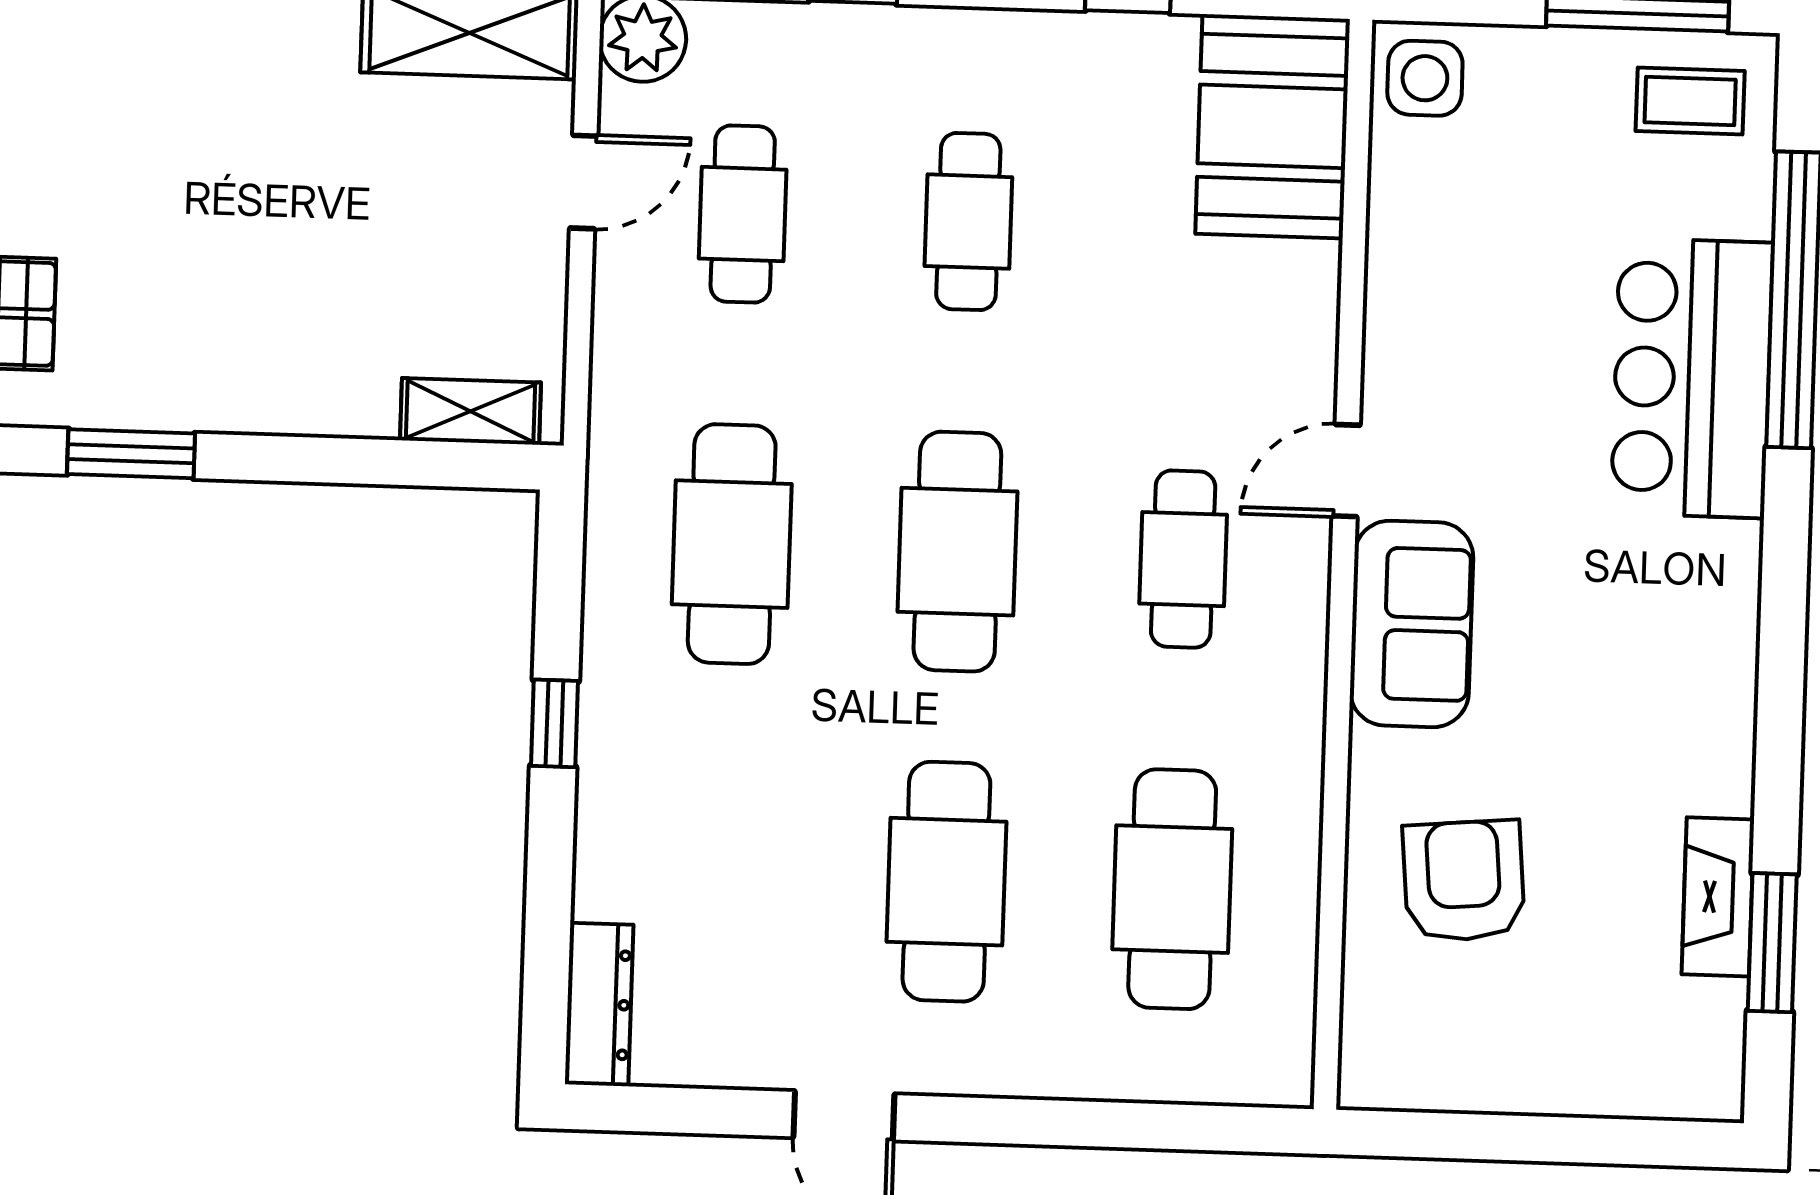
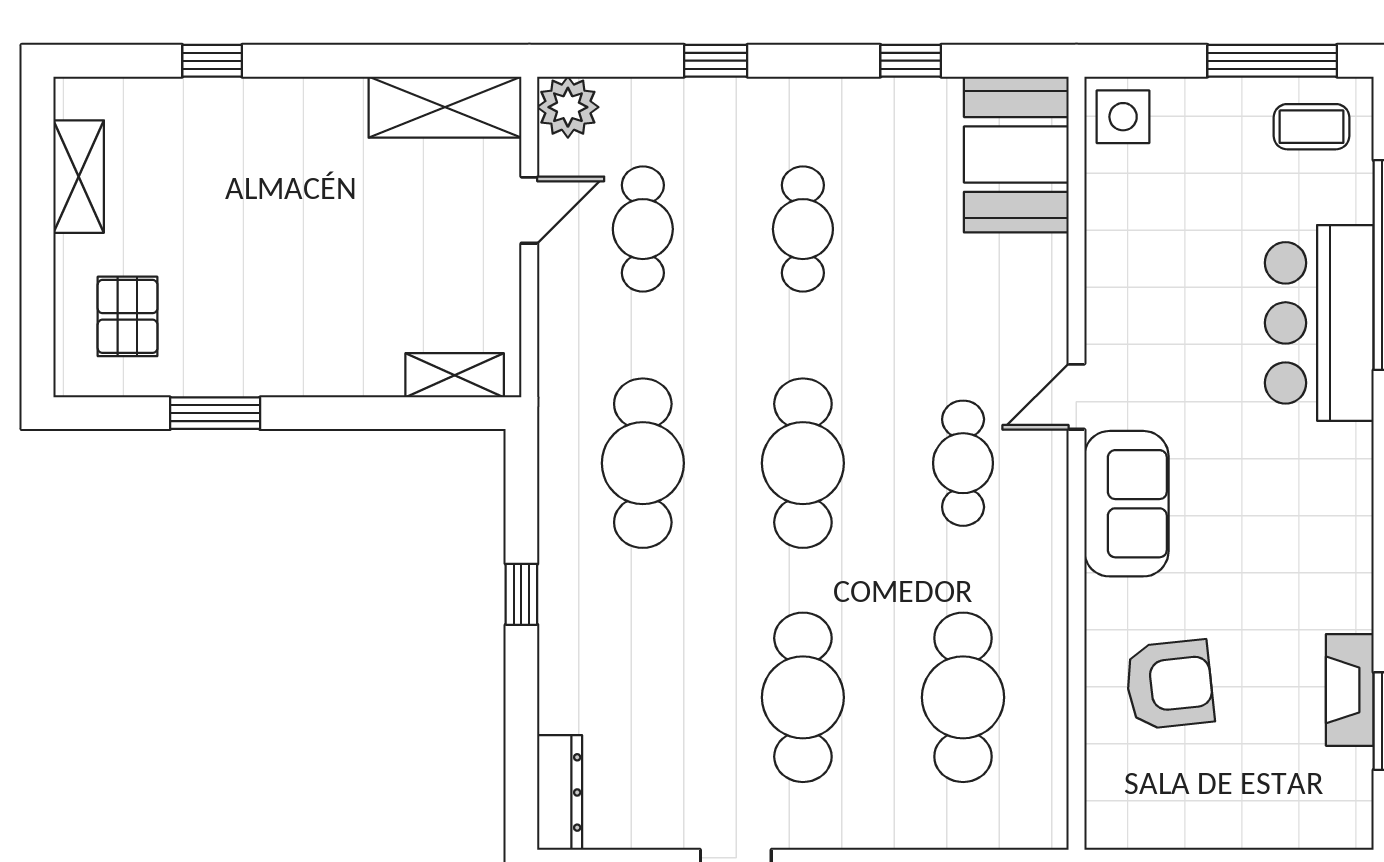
armchair: (1464, 881) -> (1169, 685), turned 89

